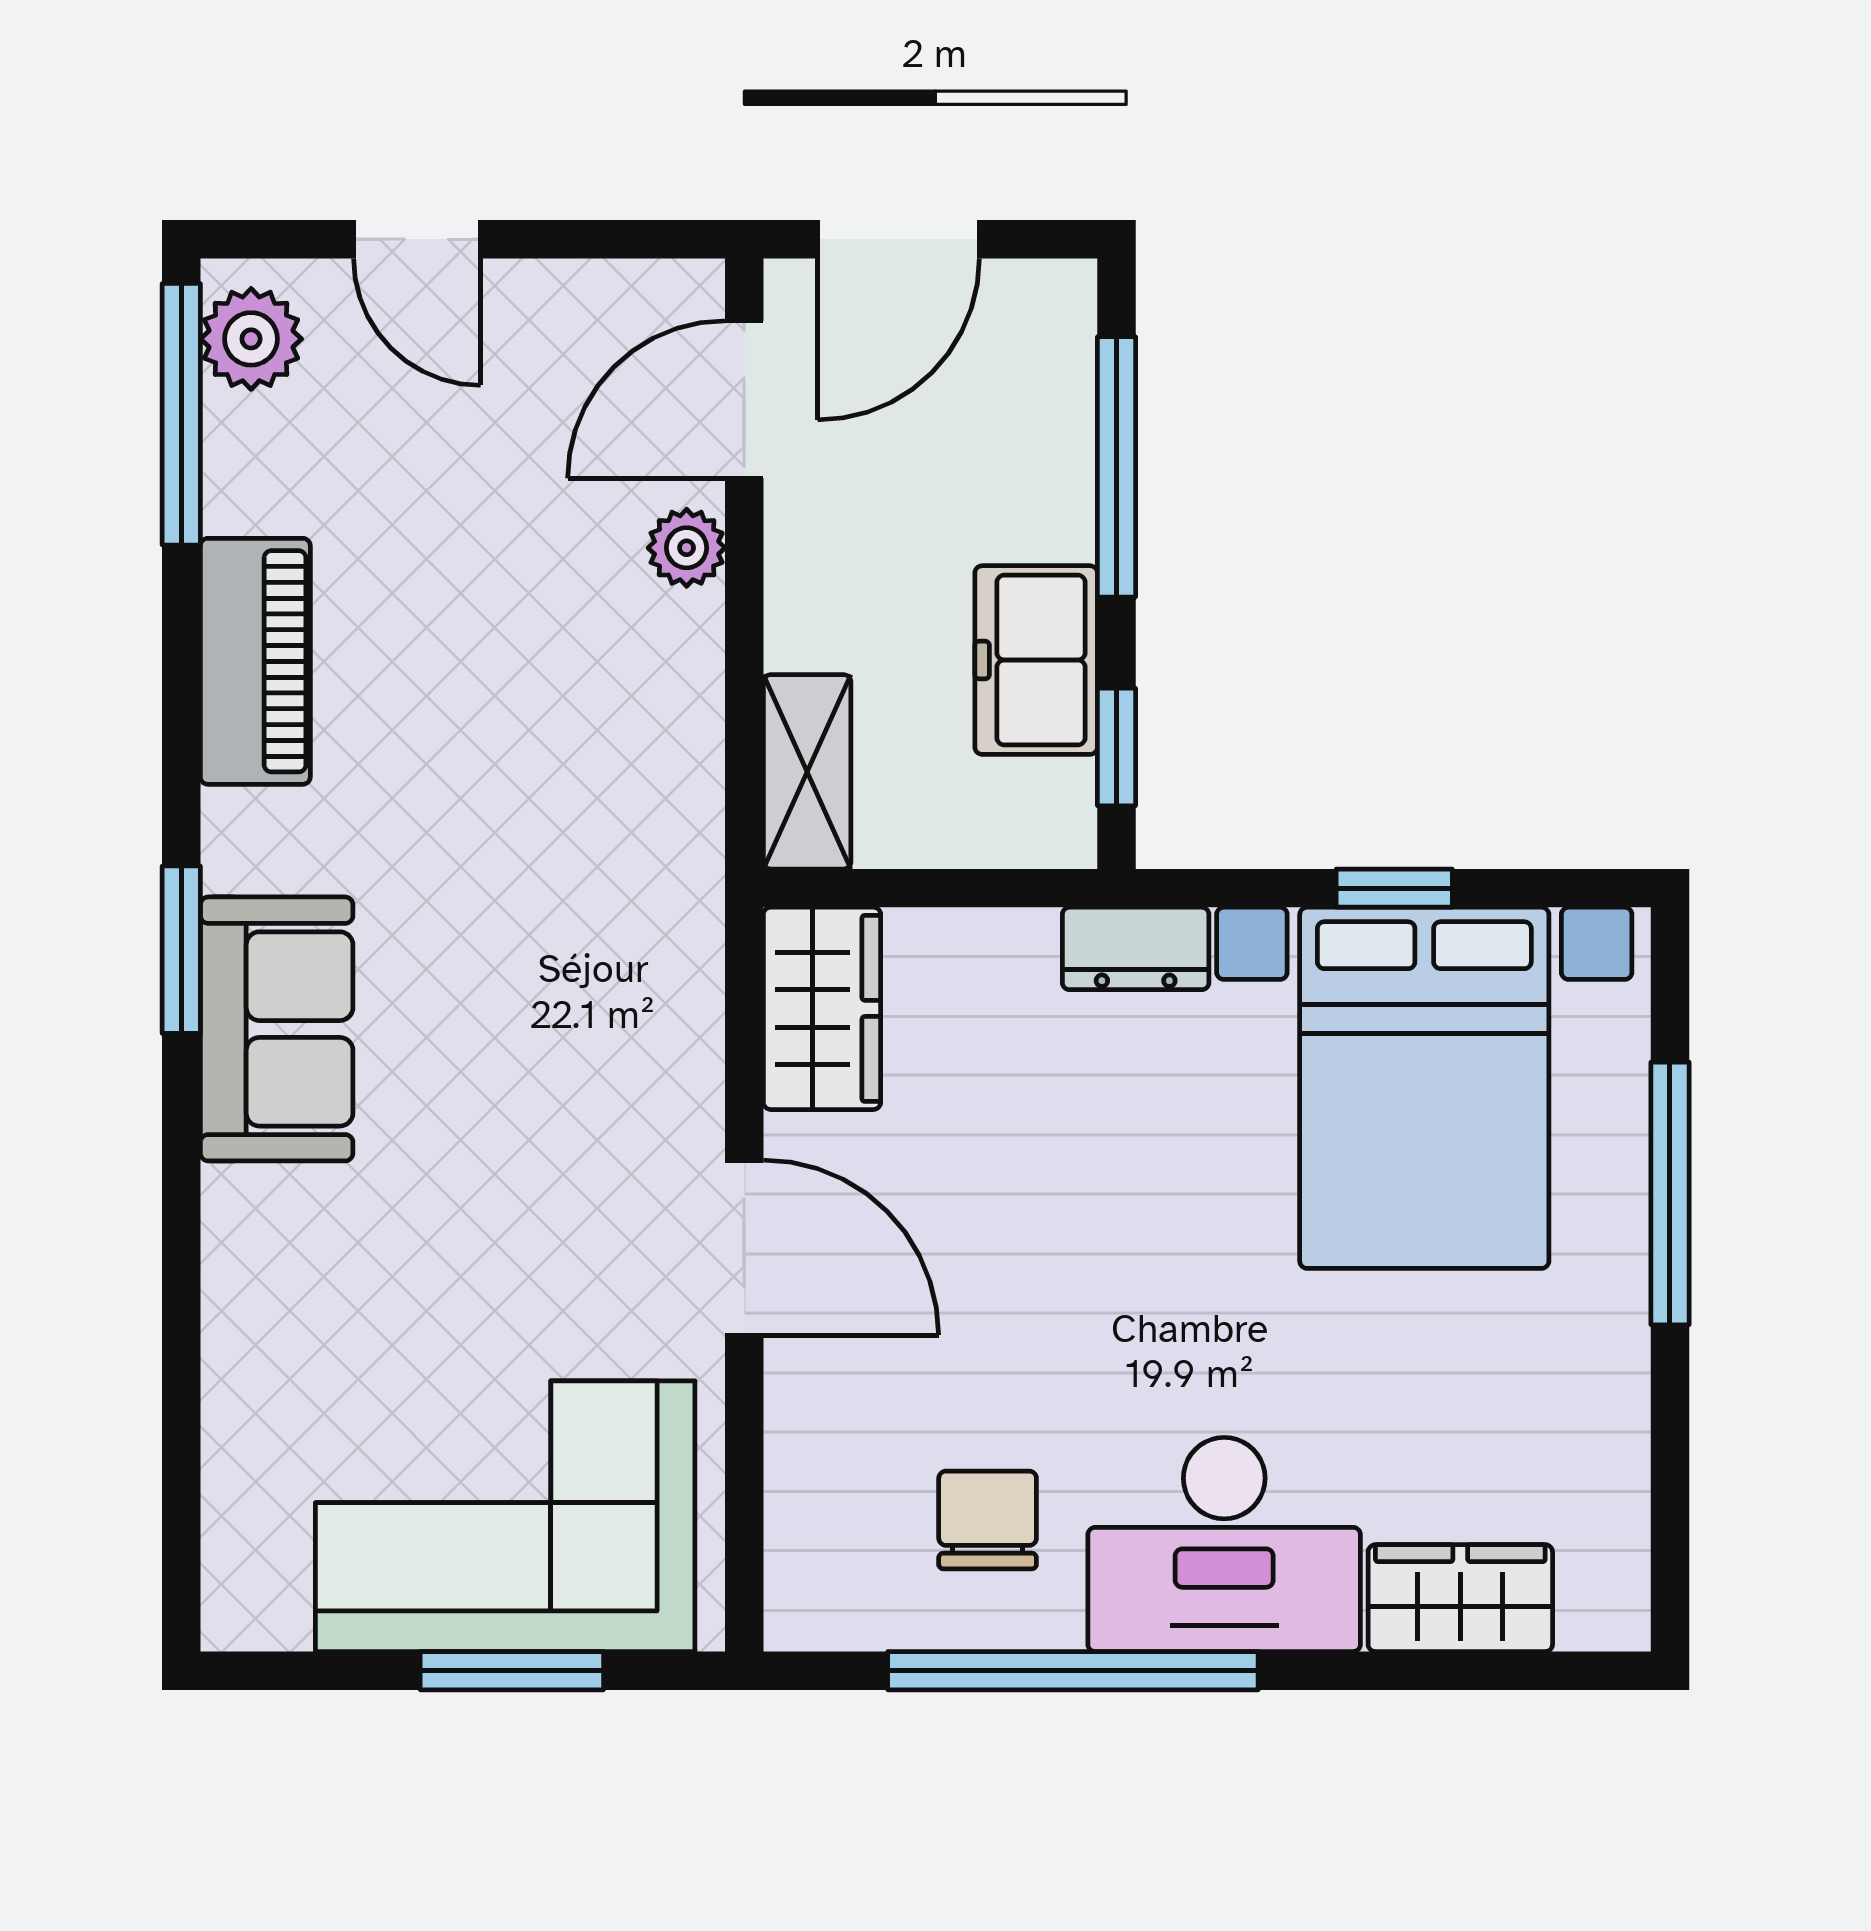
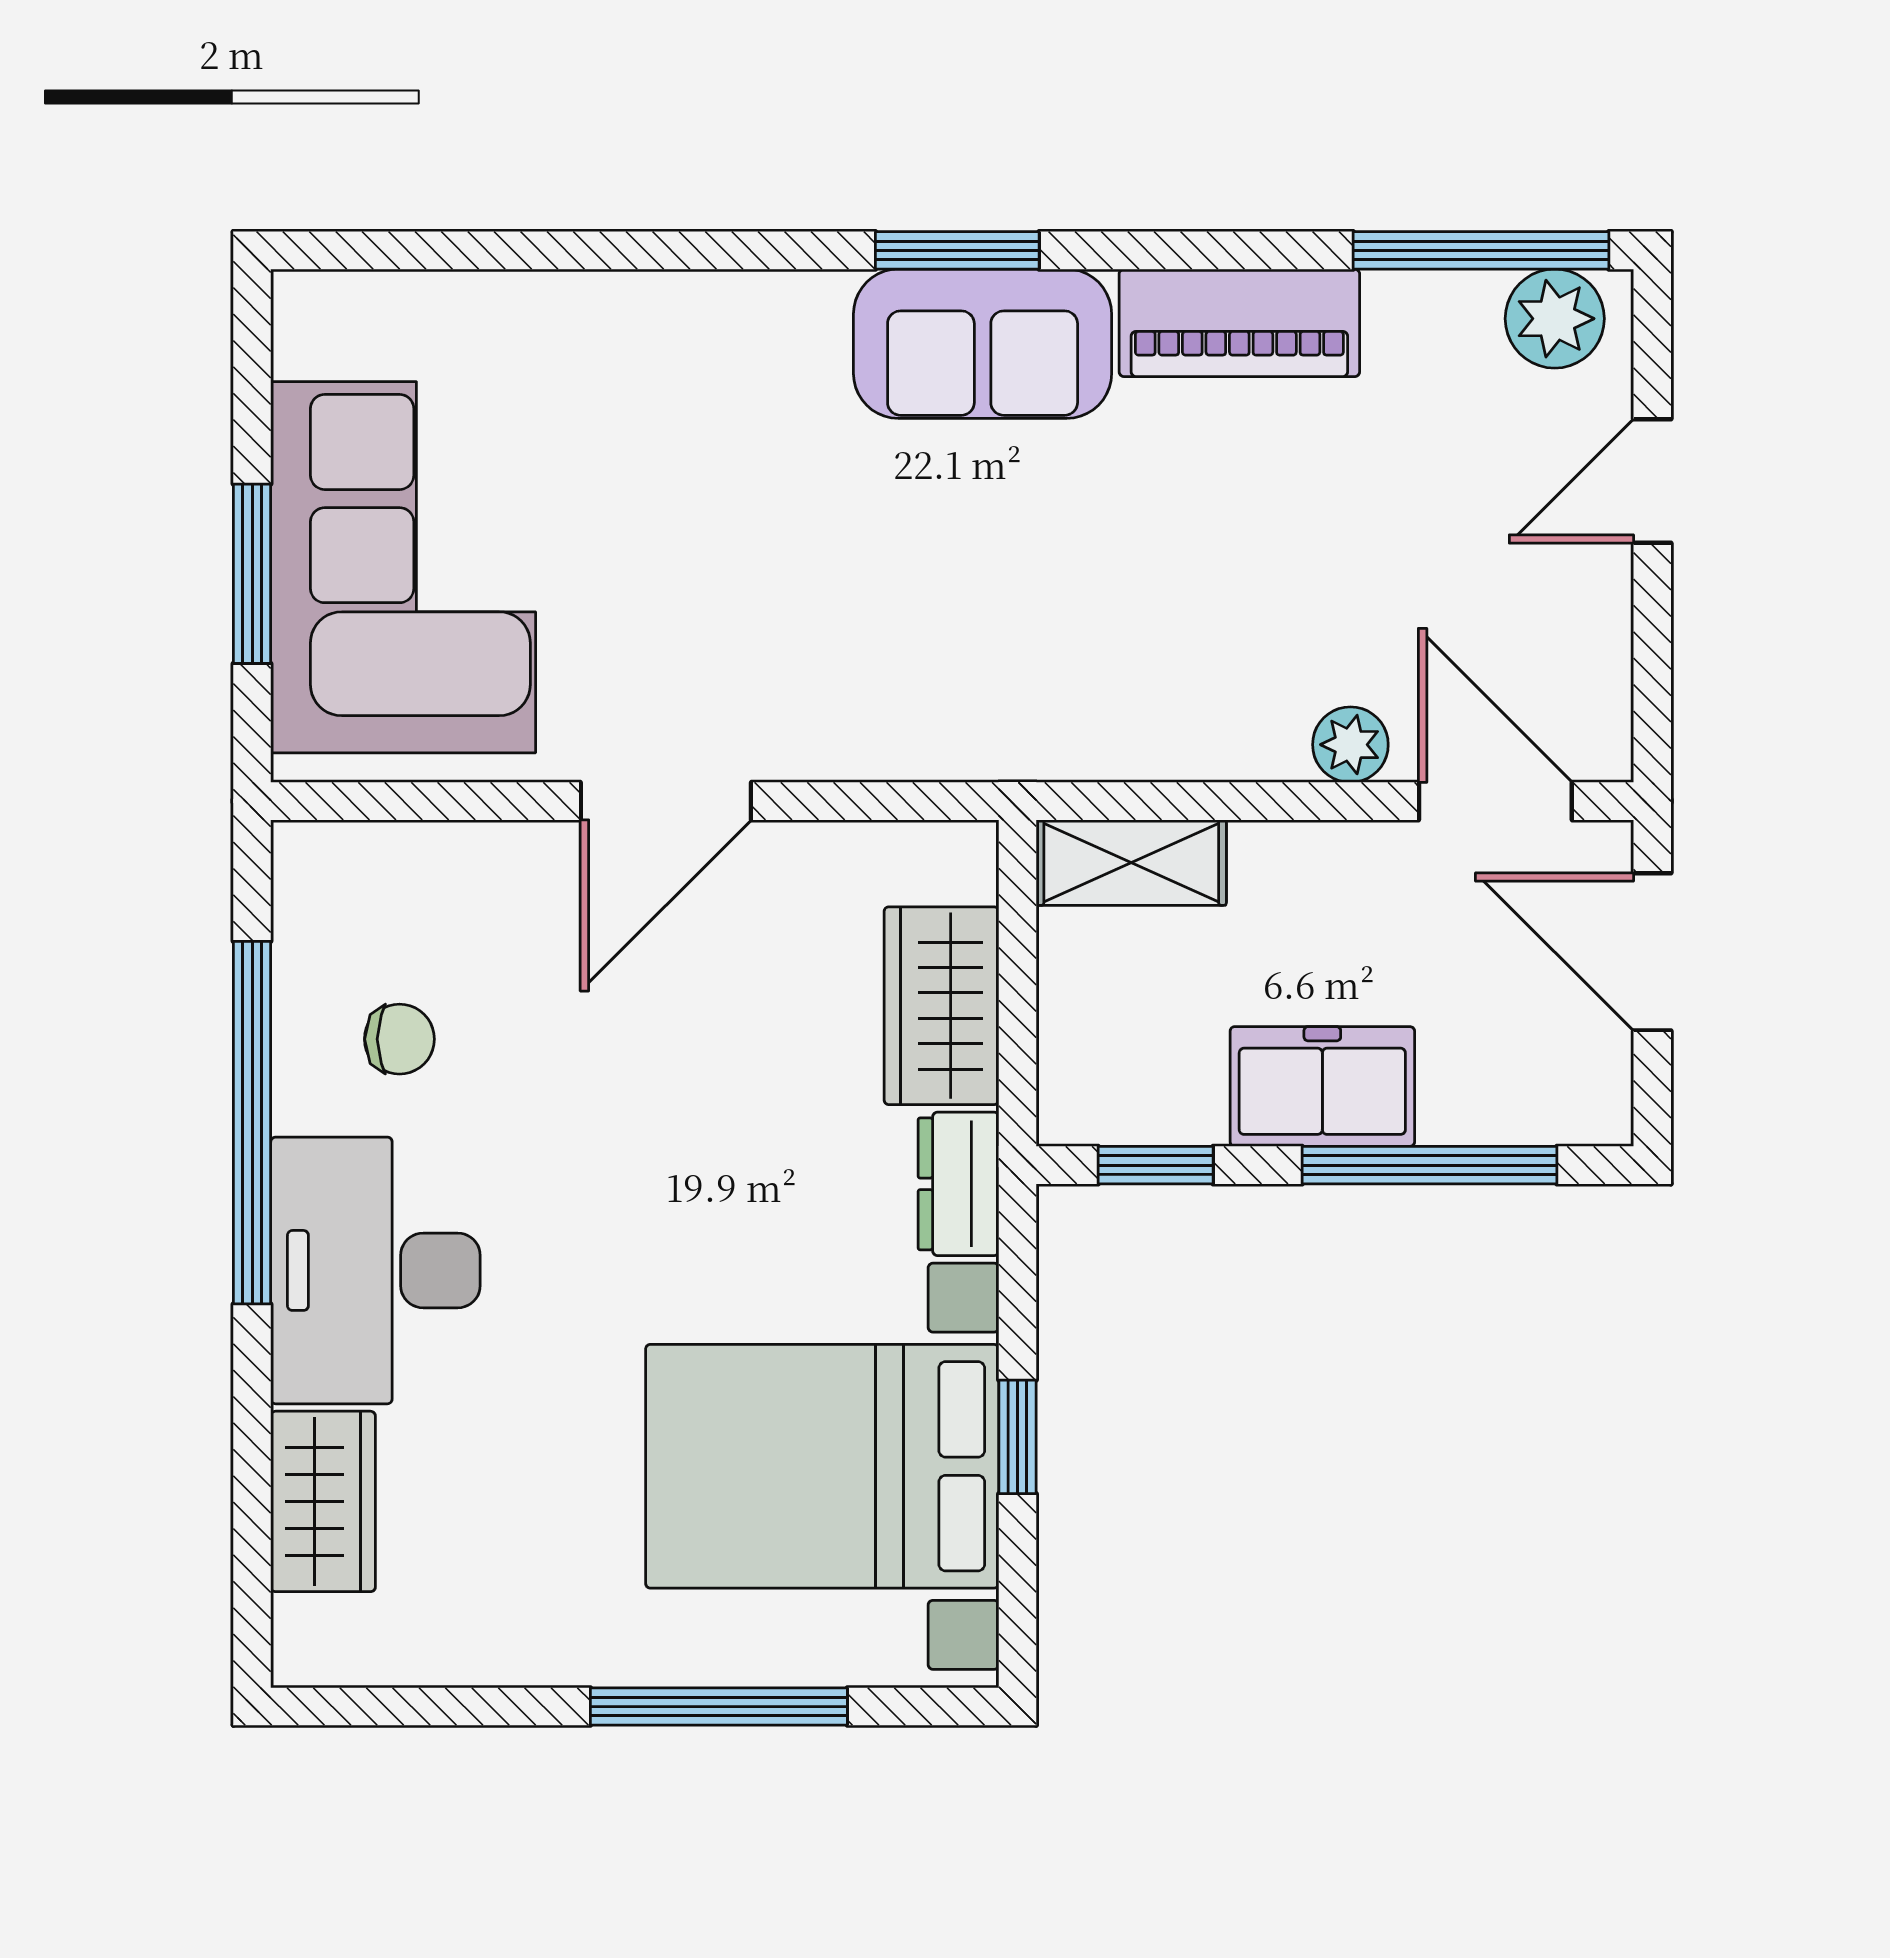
freezer: (1036, 660) -> (1322, 1086), moved
wardrobe: (822, 1008) -> (941, 1006), moved, turned 90
sofa: (277, 1029) -> (983, 344), moved
chair: (988, 1520) -> (399, 1039), width x0.73, depth x0.73

